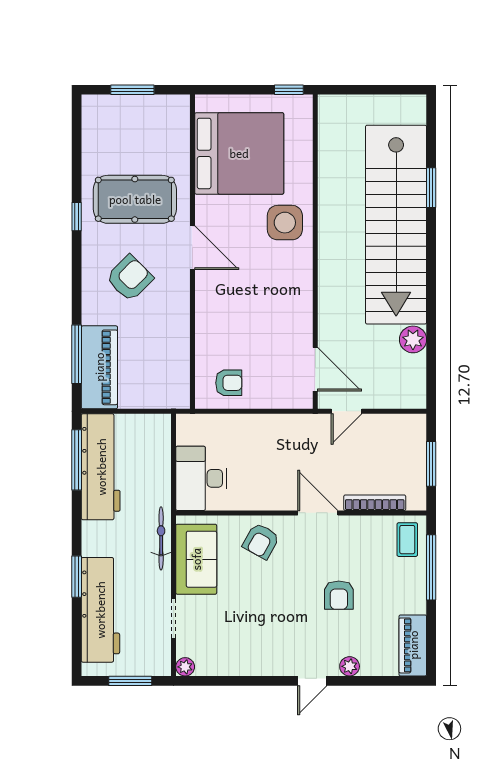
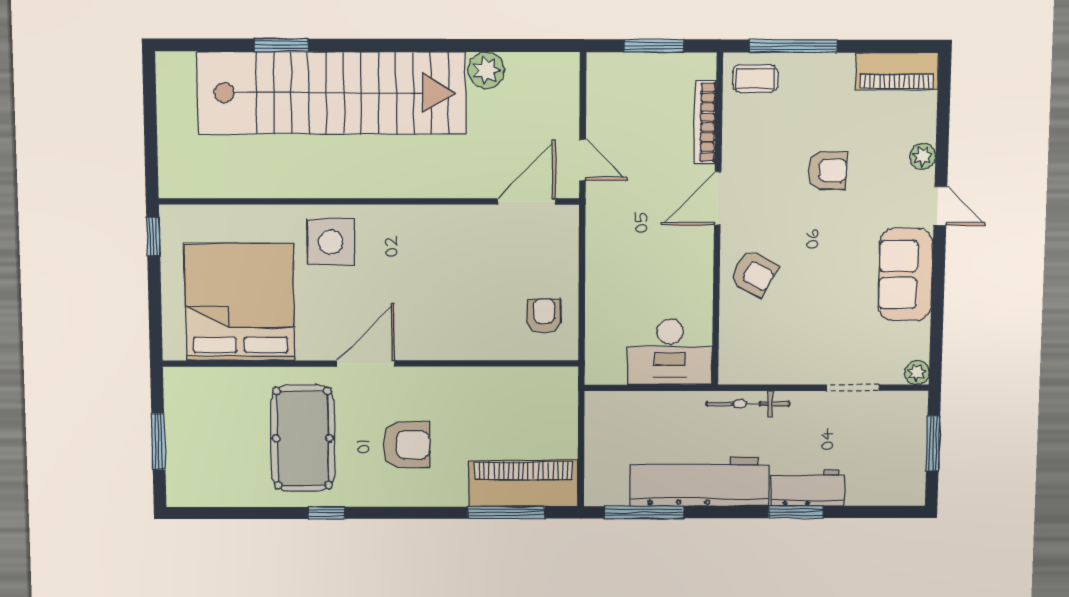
armchair: (130, 278) -> (406, 445), turned 135
workbench: (101, 467) -> (700, 482), moved
sofa: (196, 559) -> (905, 275), moved, turned -90
workbench: (100, 610) -> (808, 488), width x0.53, depth x0.76

